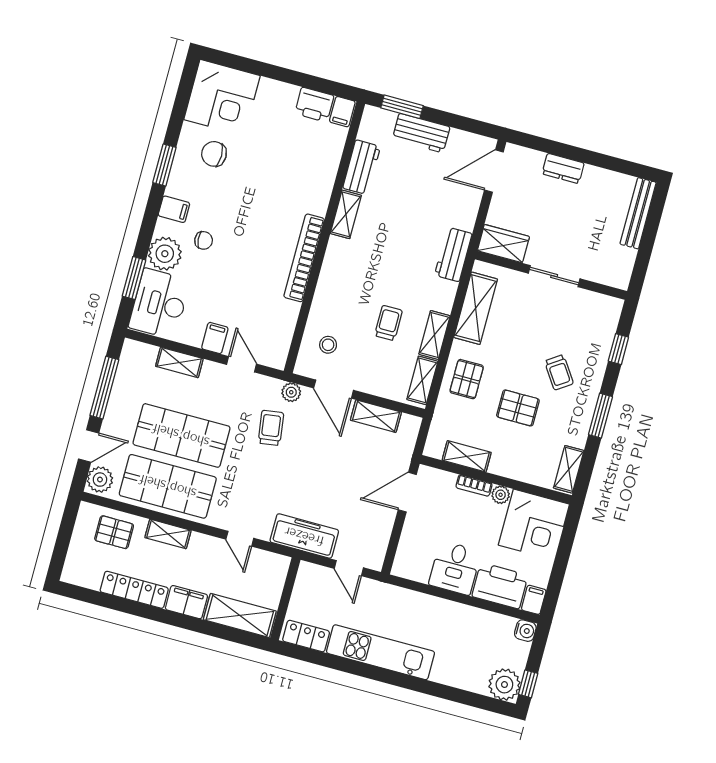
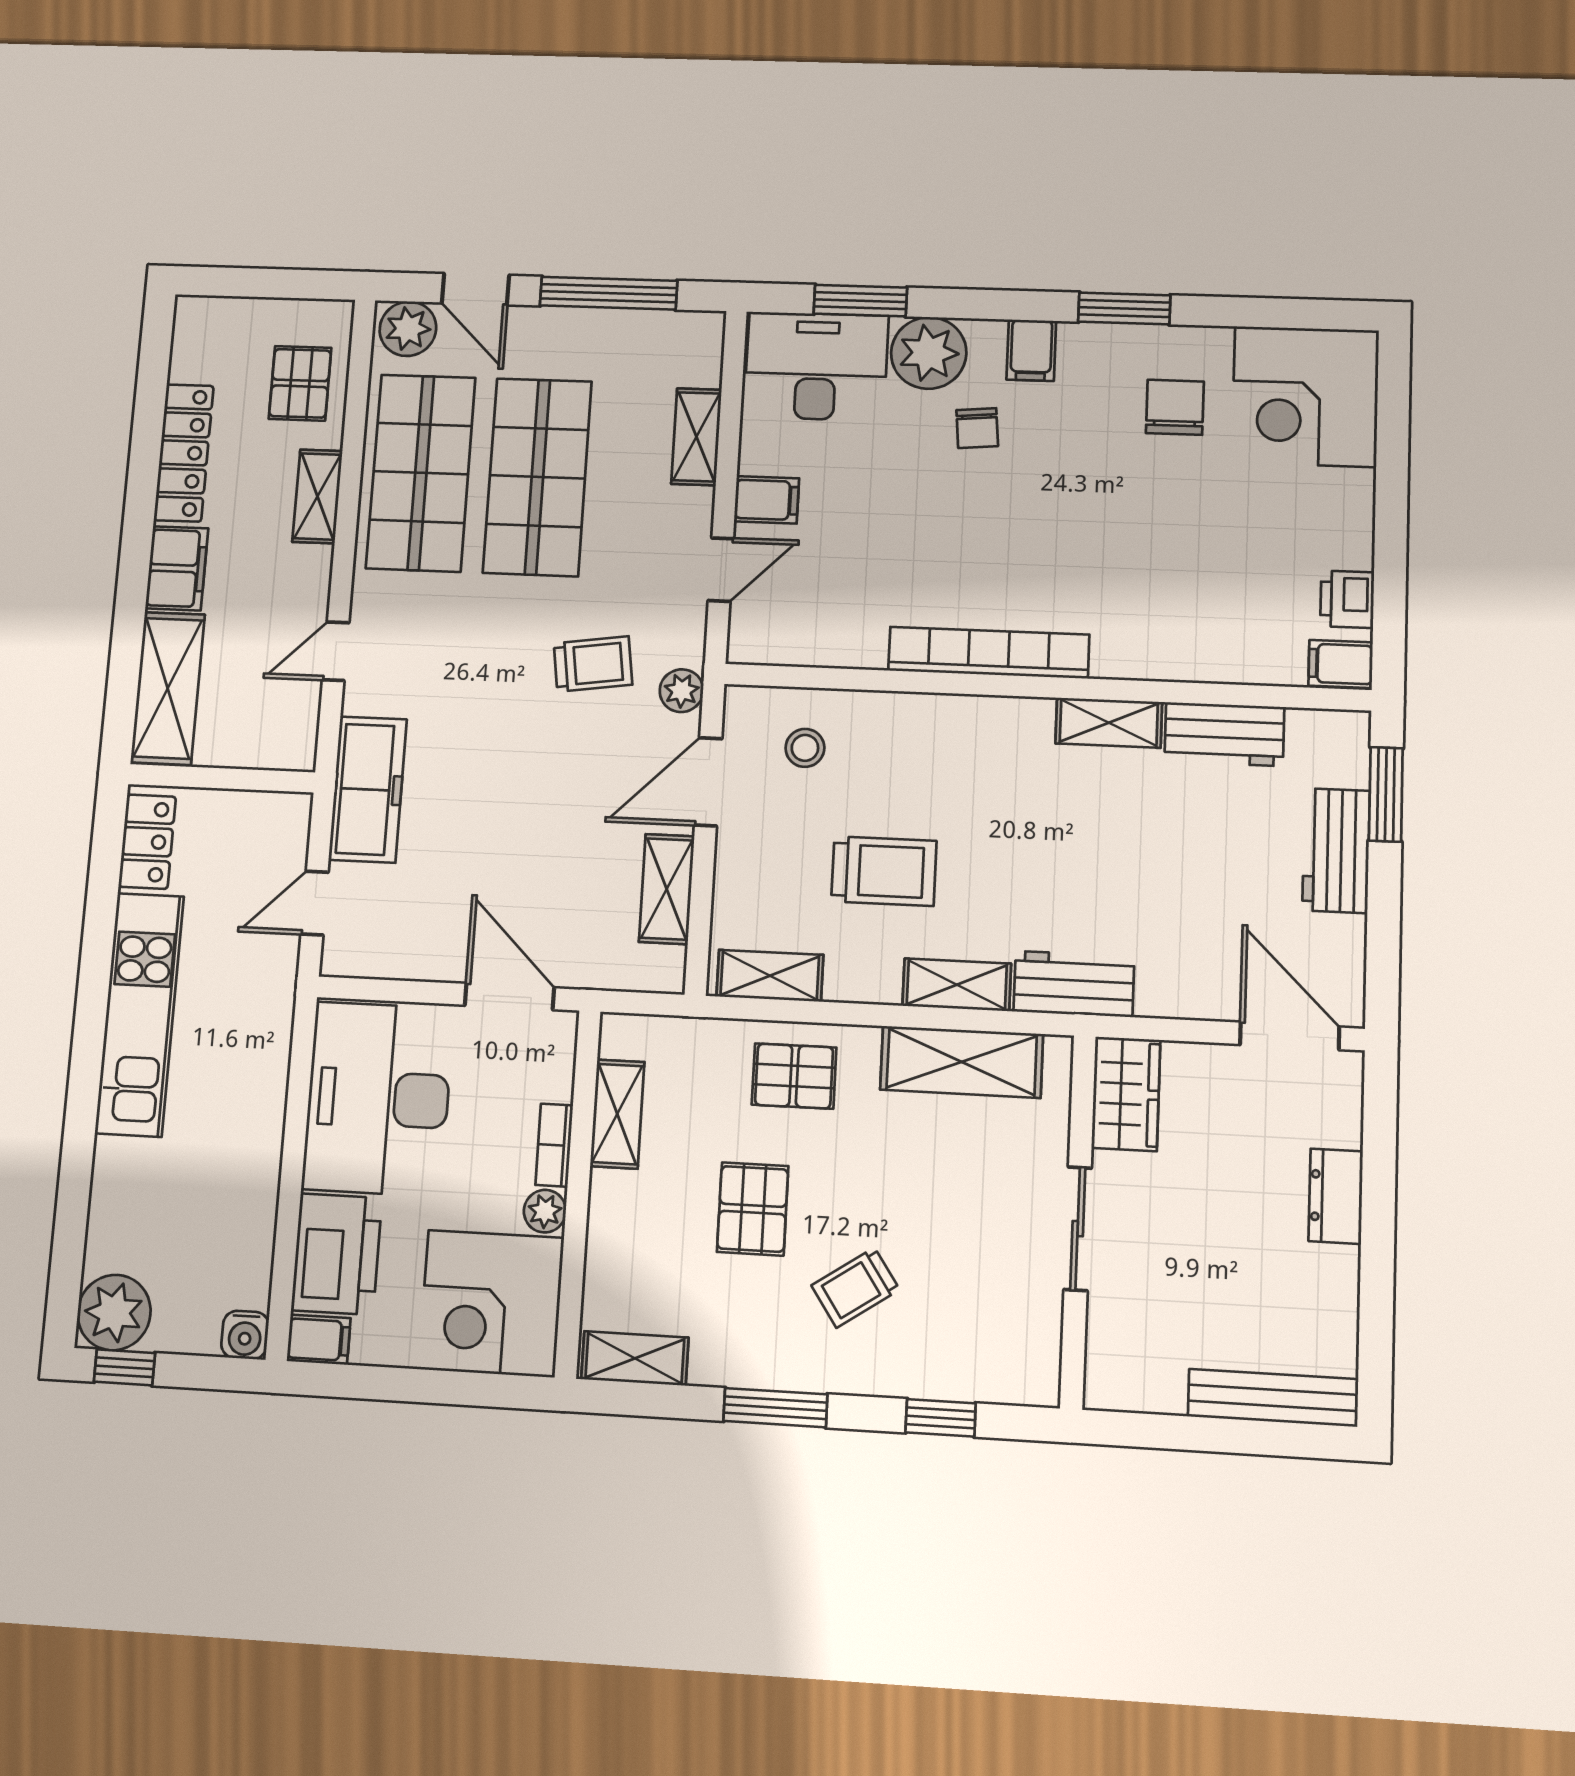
printer: (314, 105) -> (1347, 599), width x0.73, depth x0.81
trolley: (388, 323) -> (884, 871), width x1.36, depth x1.39
shelving: (434, 335) -> (957, 985), moved
desk: (455, 568) -> (378, 1099), width x1.87, depth x1.30

